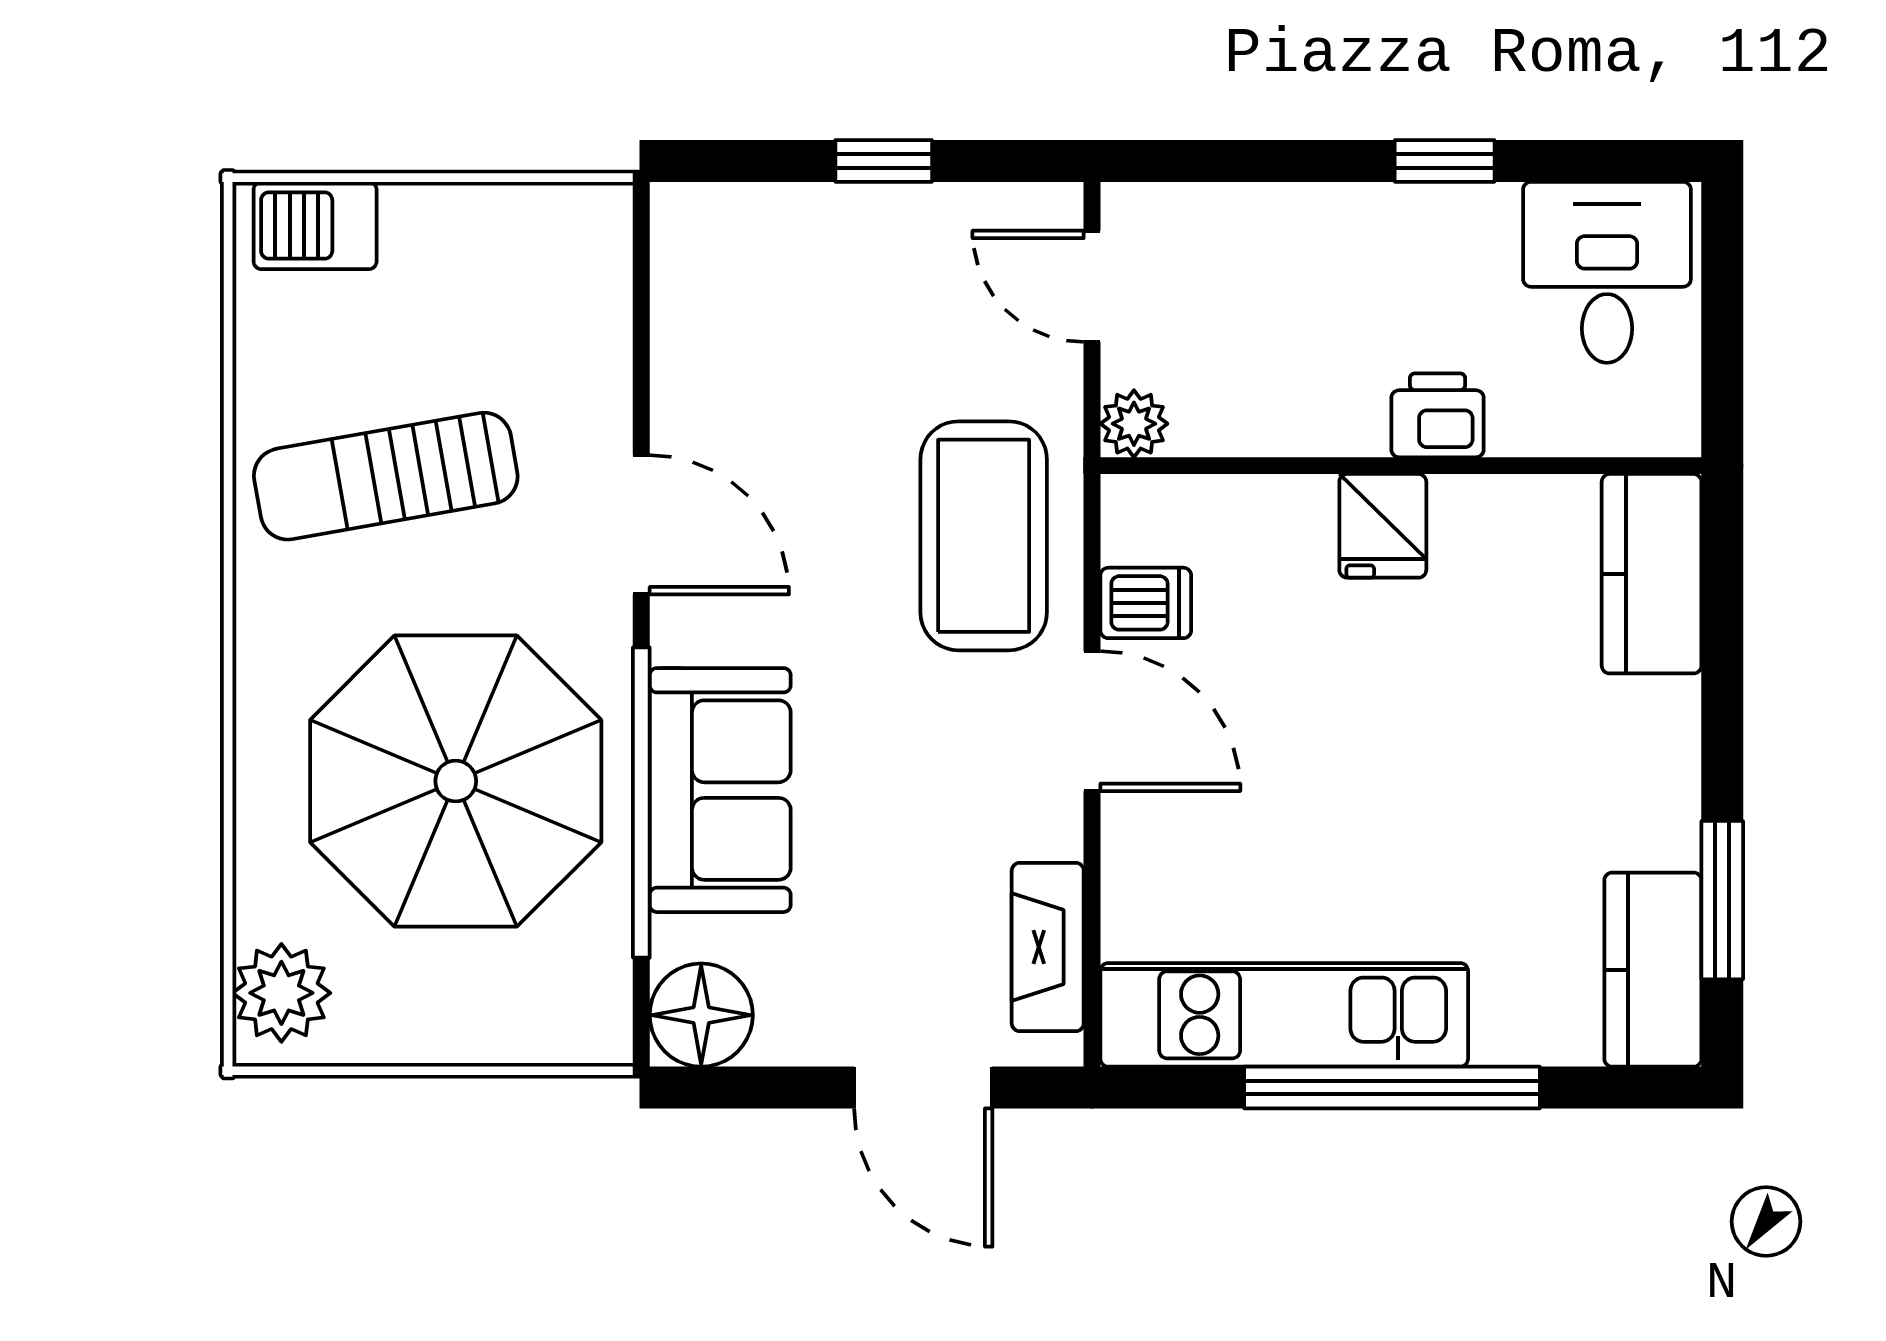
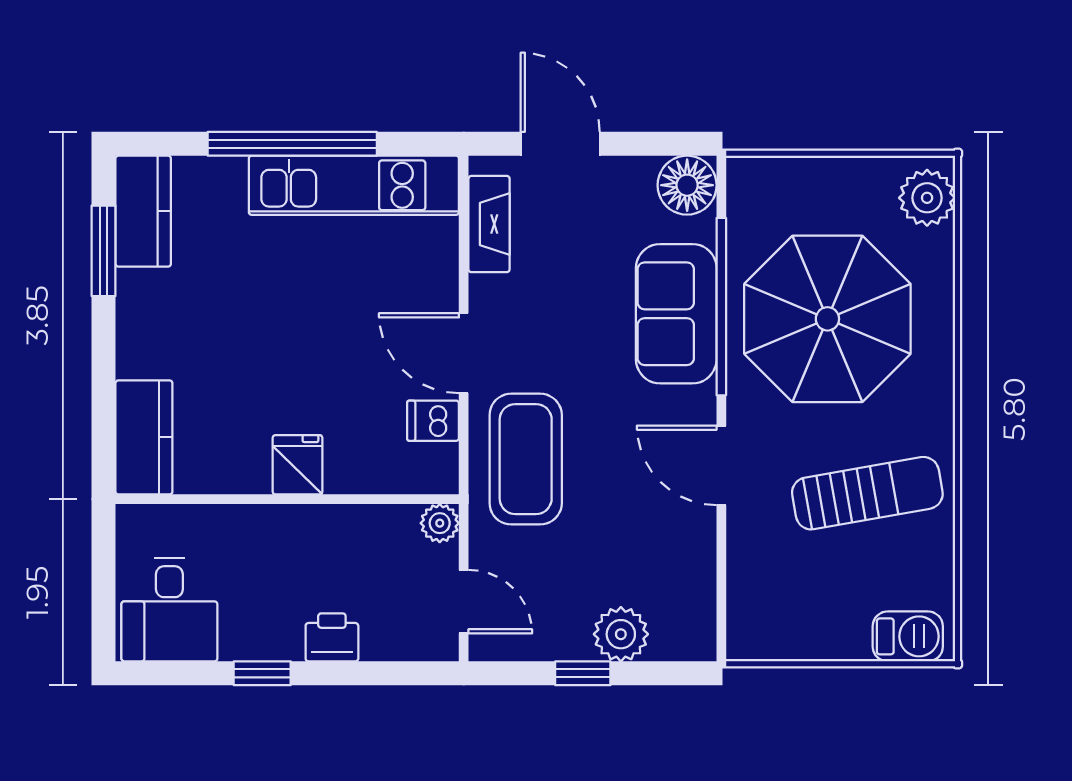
plant: (817, 229) -> (621, 634), added
printer: (1438, 415) -> (332, 637), moved, turned 180

